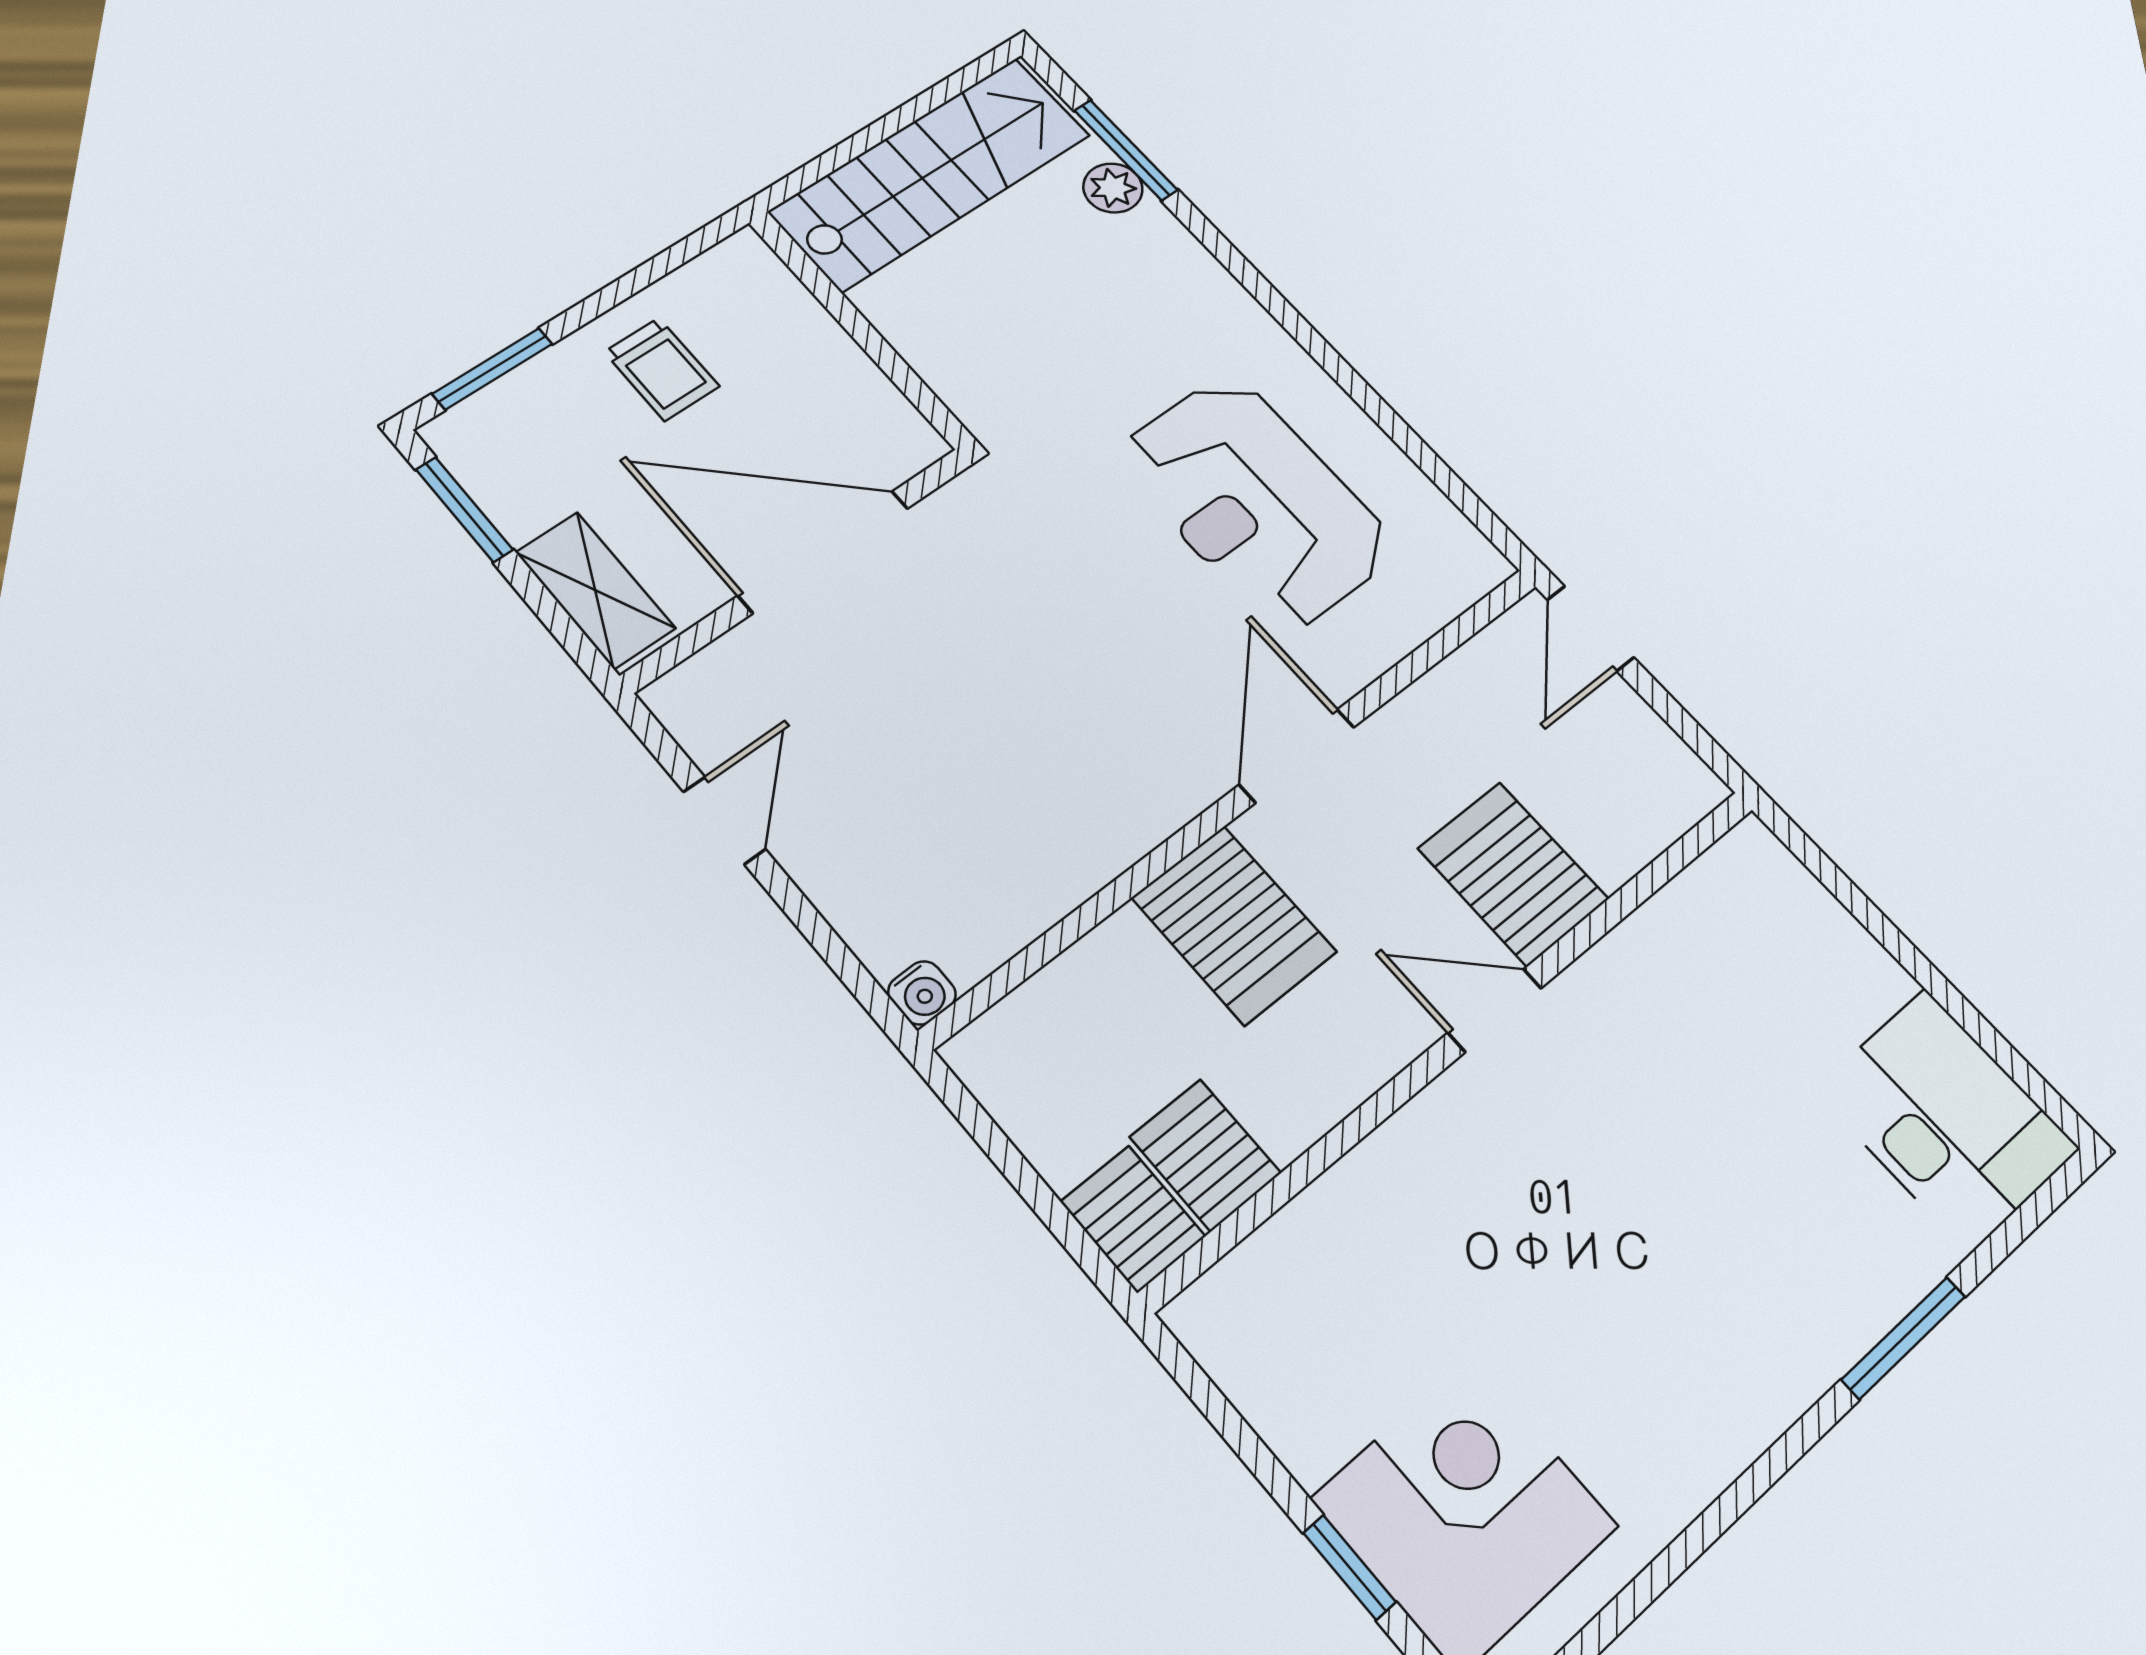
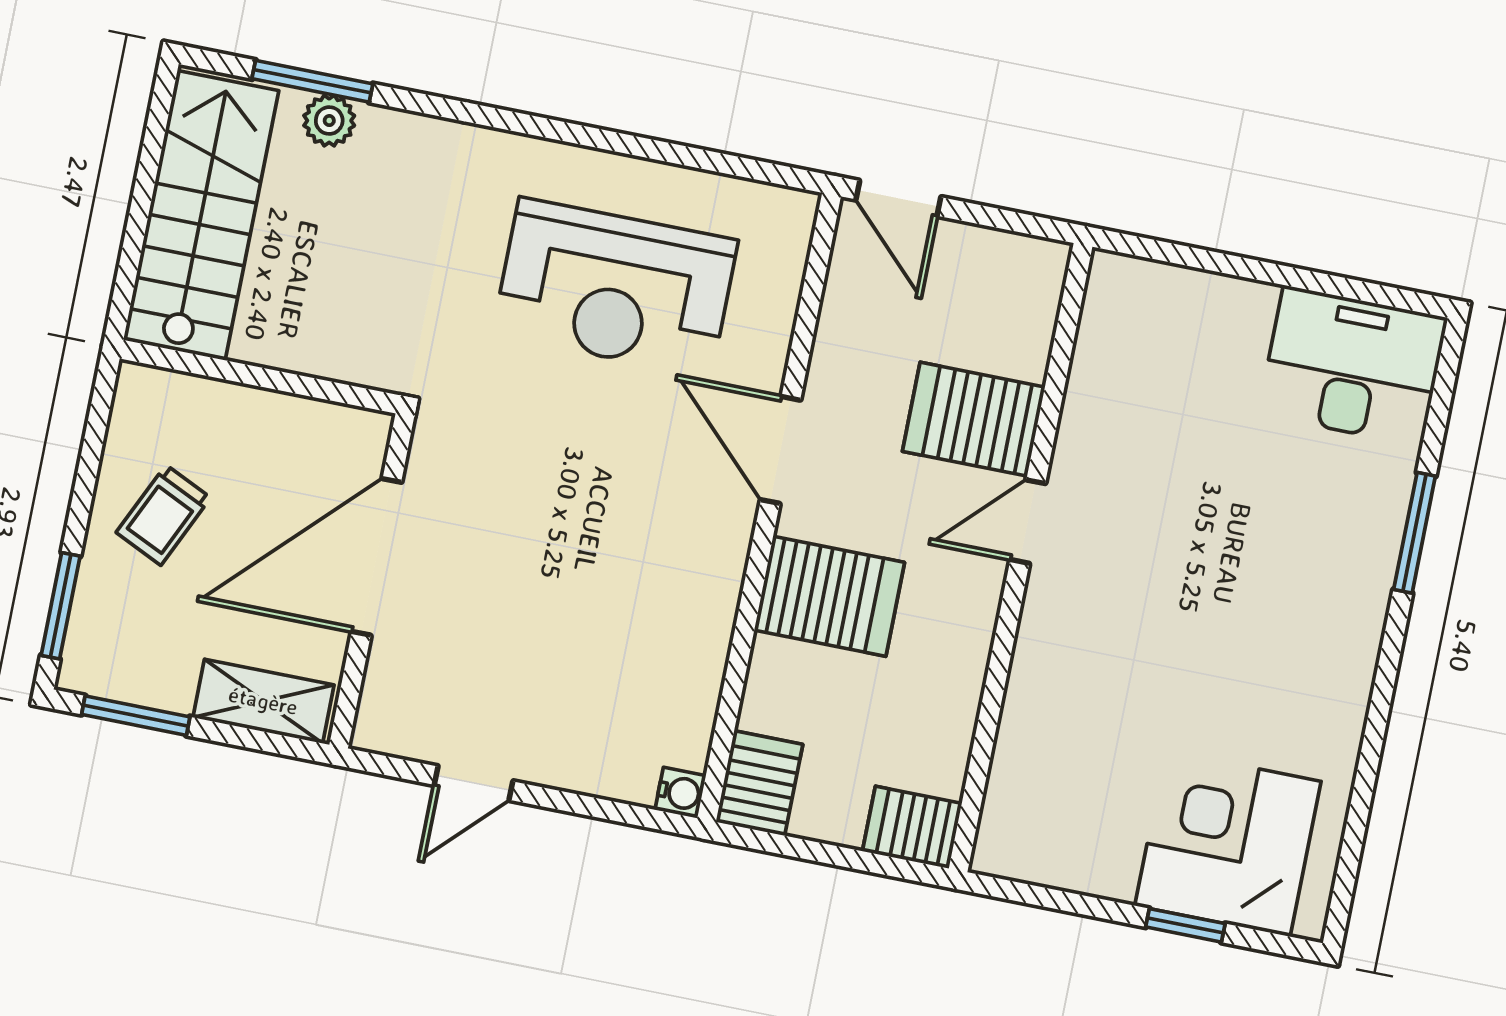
trolley: (662, 369) -> (163, 515), turned 115
door: (724, 820) -> (474, 783), swing flipped
server rack: (1205, 1155) -> (759, 783), moved, turned 90

